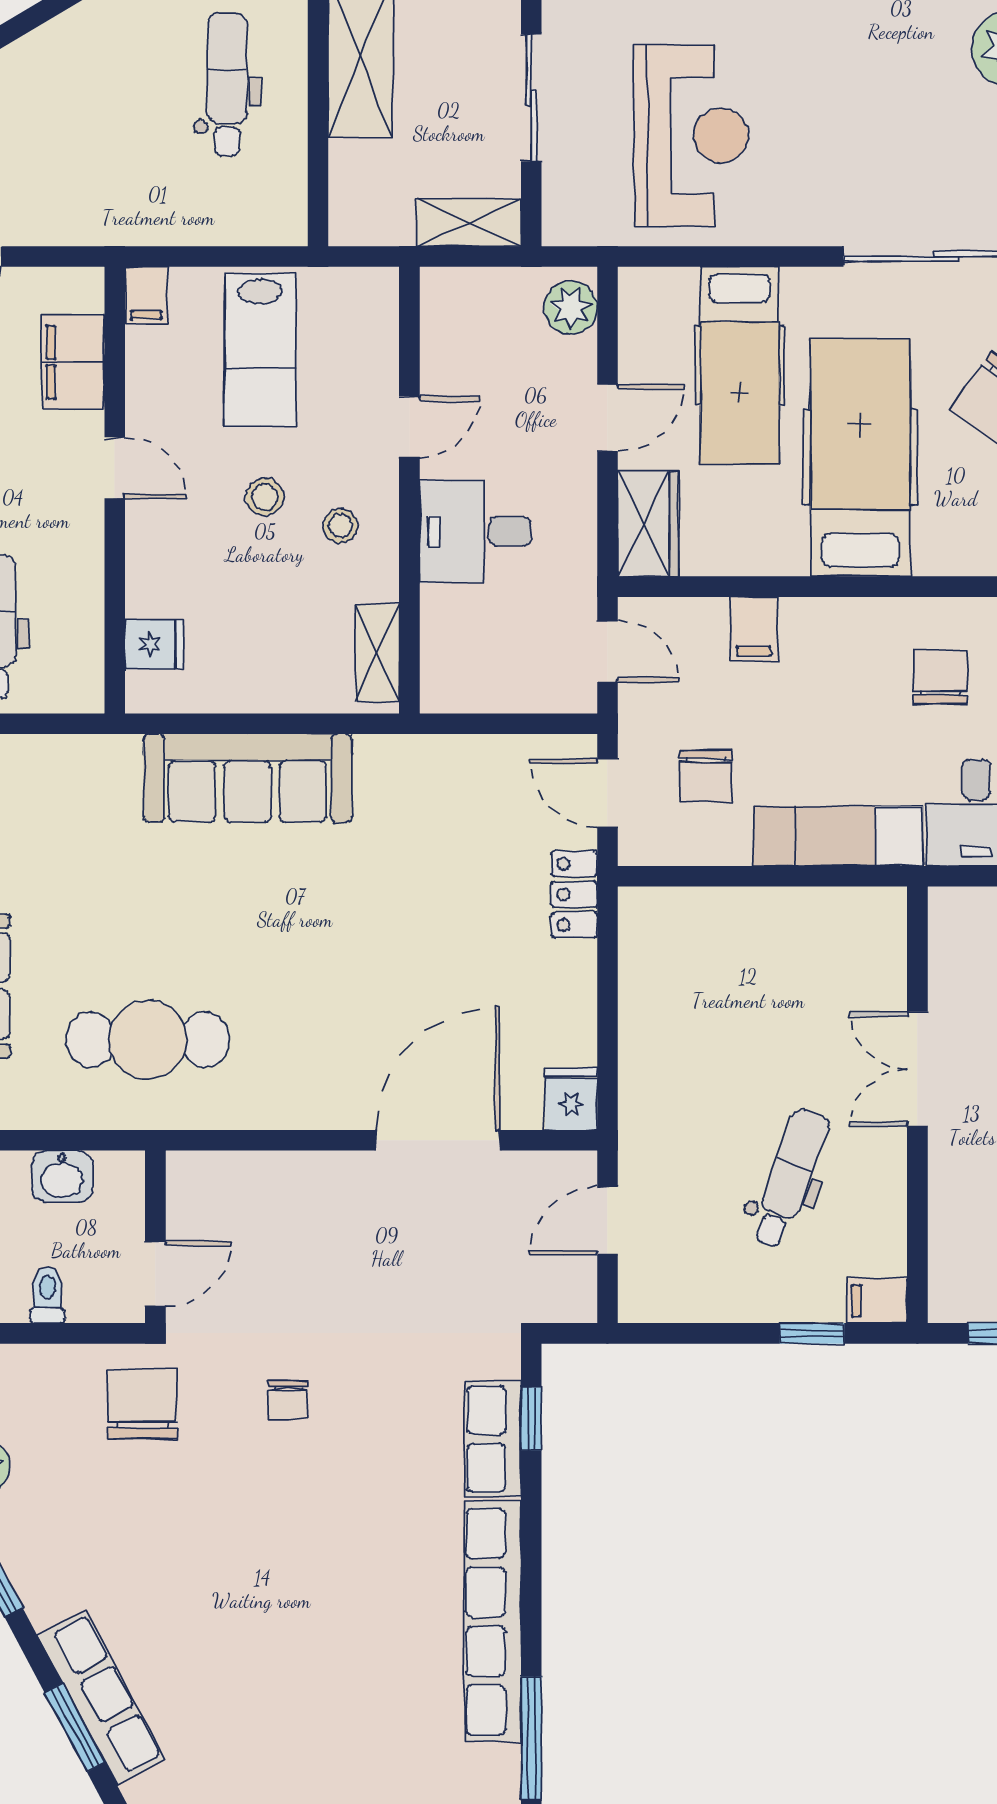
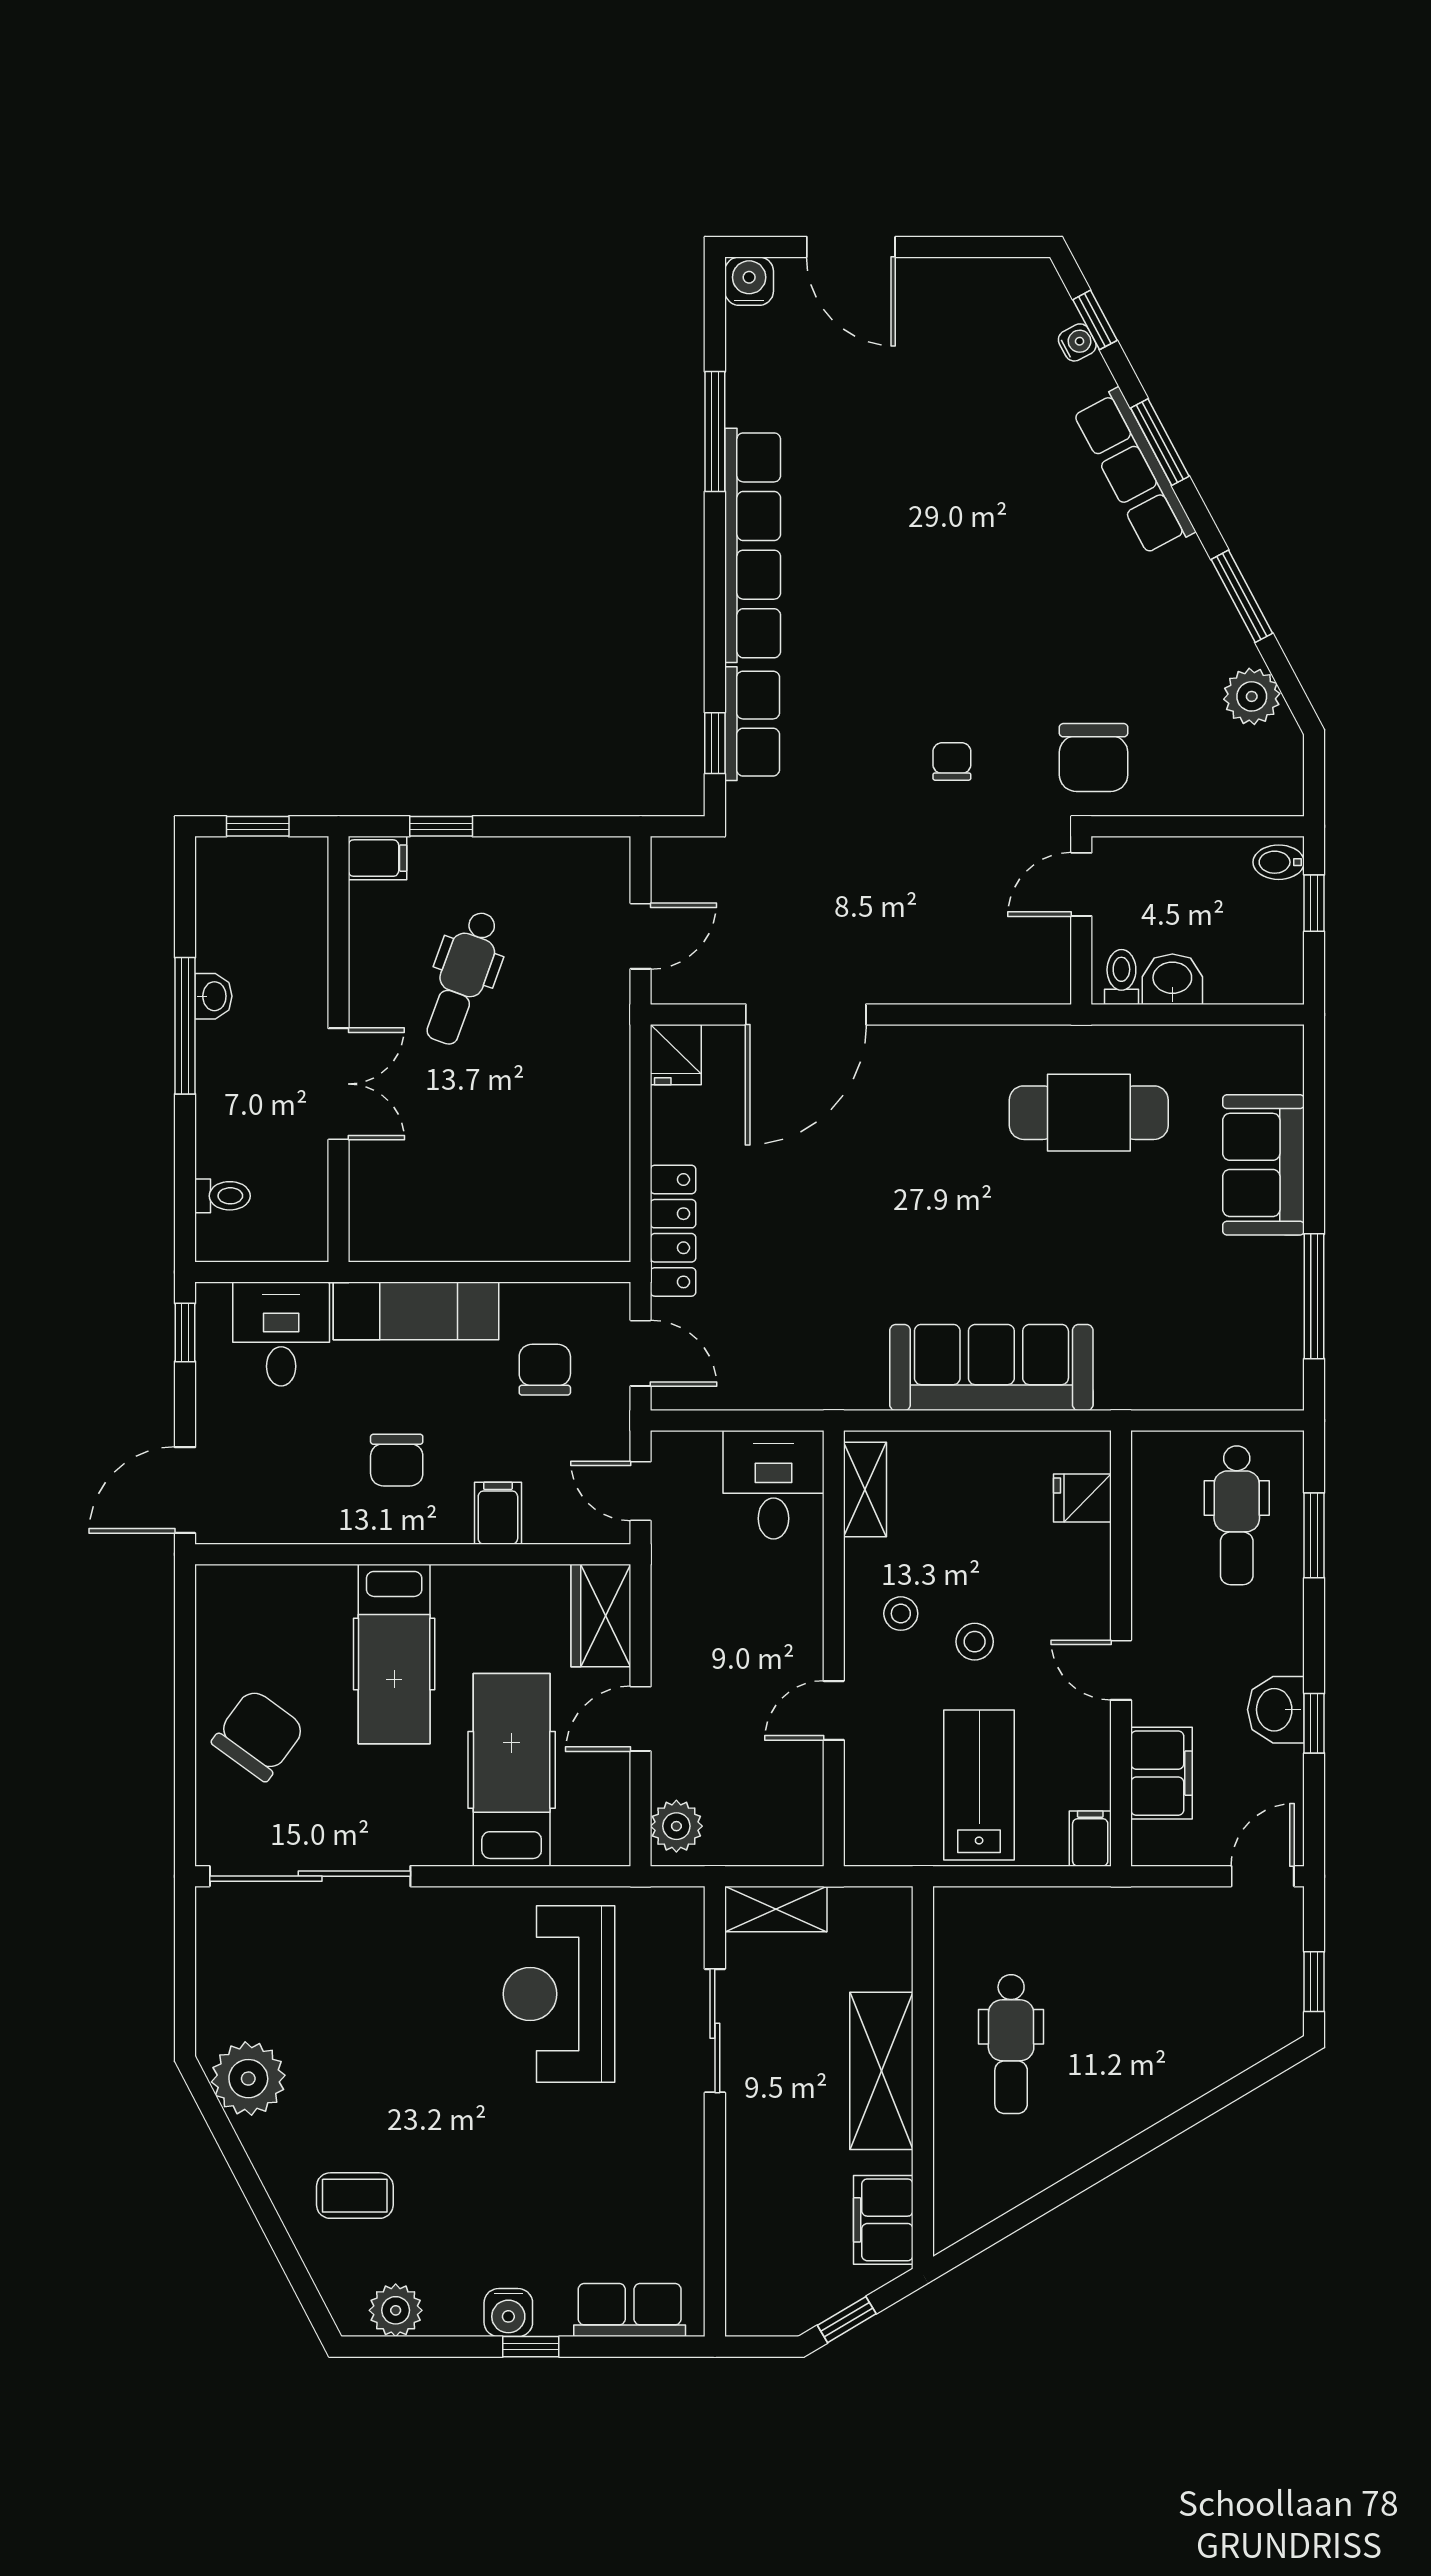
hospital bed: (860, 458) -> (394, 1654), width x0.73, depth x0.78
desk: (475, 531) -> (773, 1485), moved, turned -90
chair: (940, 677) -> (397, 1460), moved
locker: (574, 894) -> (673, 1231), width x1.53
toilet: (47, 1295) -> (1121, 977), moved, turned 180

